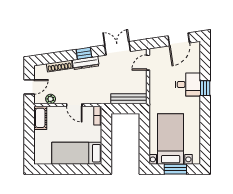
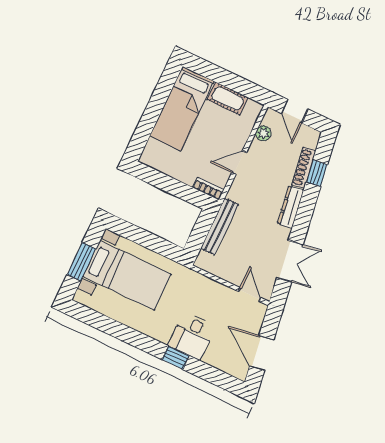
window: (84, 53) -> (317, 173), moved
bench: (129, 99) -> (220, 226), moved
cot: (40, 118) -> (228, 99), moved
bed: (77, 153) -> (182, 109), moved, turned 180

